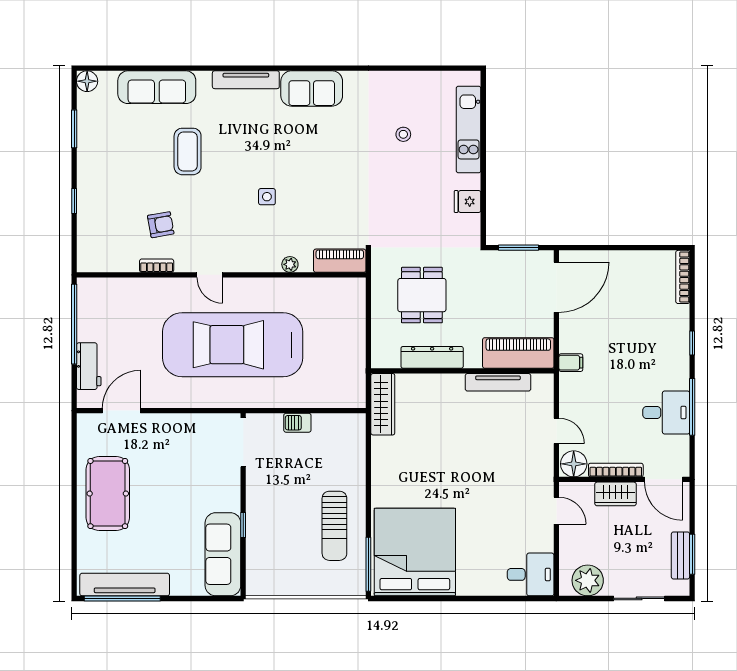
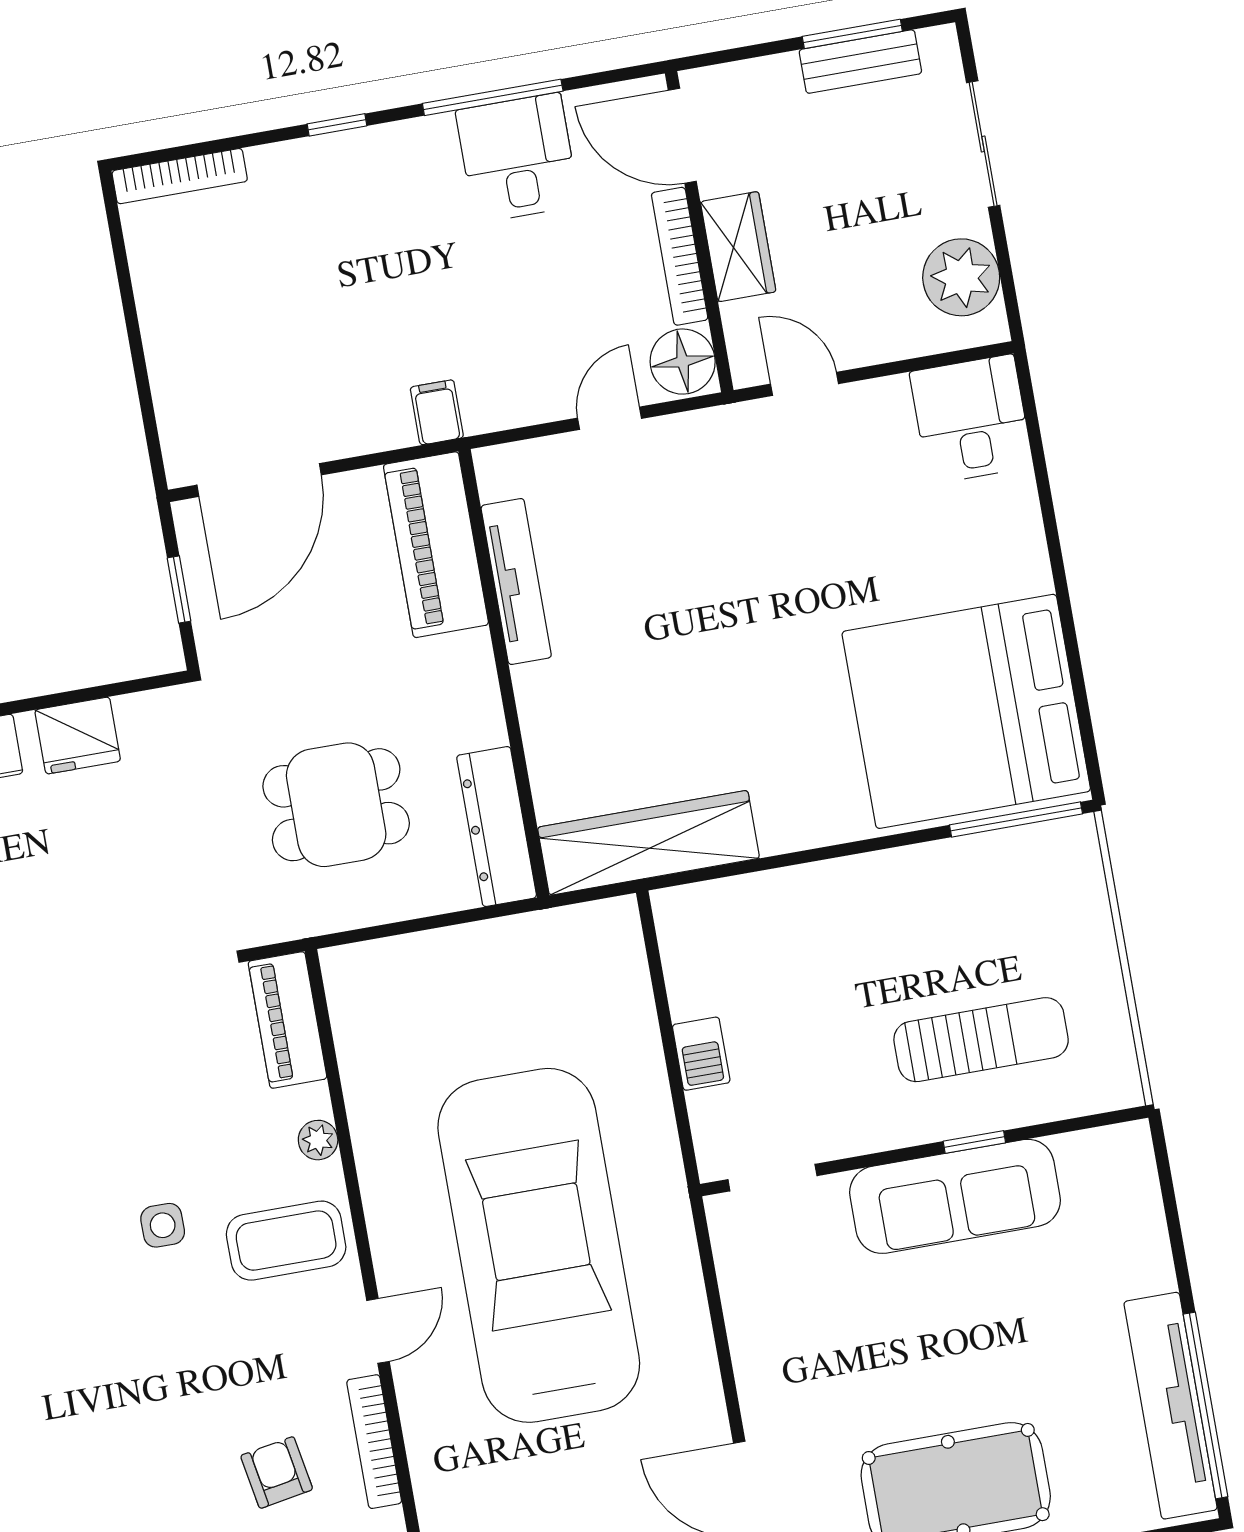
coffee table: (188, 151) -> (286, 1241), moved
fridge: (468, 202) -> (78, 736), width x1.38
window: (518, 248) -> (179, 590), width x0.67
bookcase: (157, 266) -> (374, 1442), width x1.56
door: (556, 287) -> (259, 480), swing flipped
car: (233, 345) -> (539, 1245), turned 180
dresser: (432, 357) -> (497, 827), moved
wardrobe: (383, 404) -> (649, 843), width x1.40, depth x1.17
doorway: (243, 442) -> (772, 1178), width x0.73
door: (664, 479) -> (682, 136), swing flipped
door: (556, 511) -> (804, 384), hinge flipped
sun lounger: (334, 526) -> (981, 1040), moved
sofa: (223, 554) -> (955, 1196), moved

